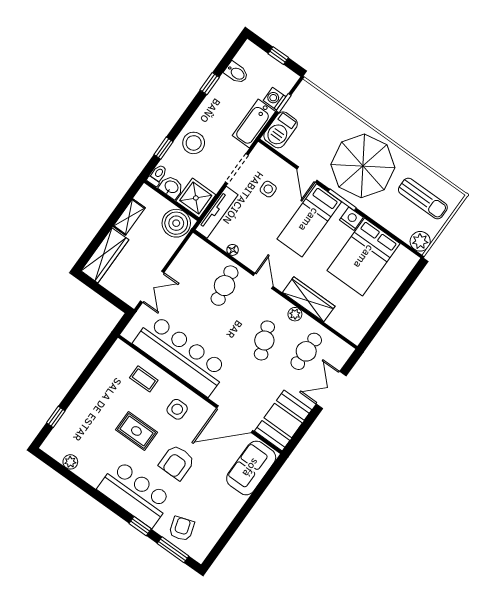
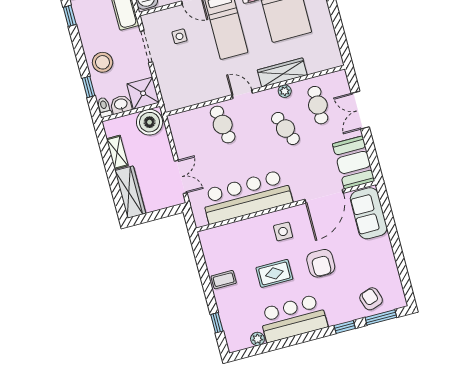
tv unit: (217, 212) -> (166, 87), removed
floor lamp: (233, 250) -> (202, 98), removed
coffee table: (144, 379) -> (224, 280), moved
bar counter: (135, 494) -> (293, 318), moved

